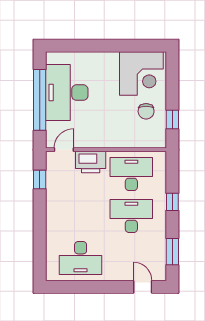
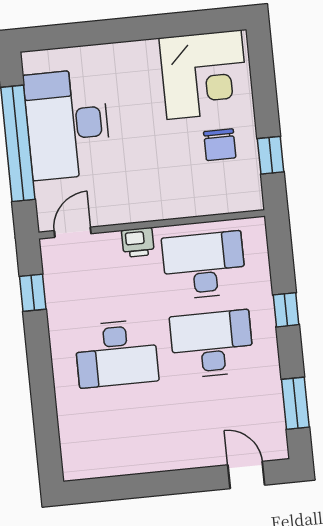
printer: (91, 162) -> (138, 242), width x0.53, depth x0.68
desk: (81, 258) -> (116, 354), moved

